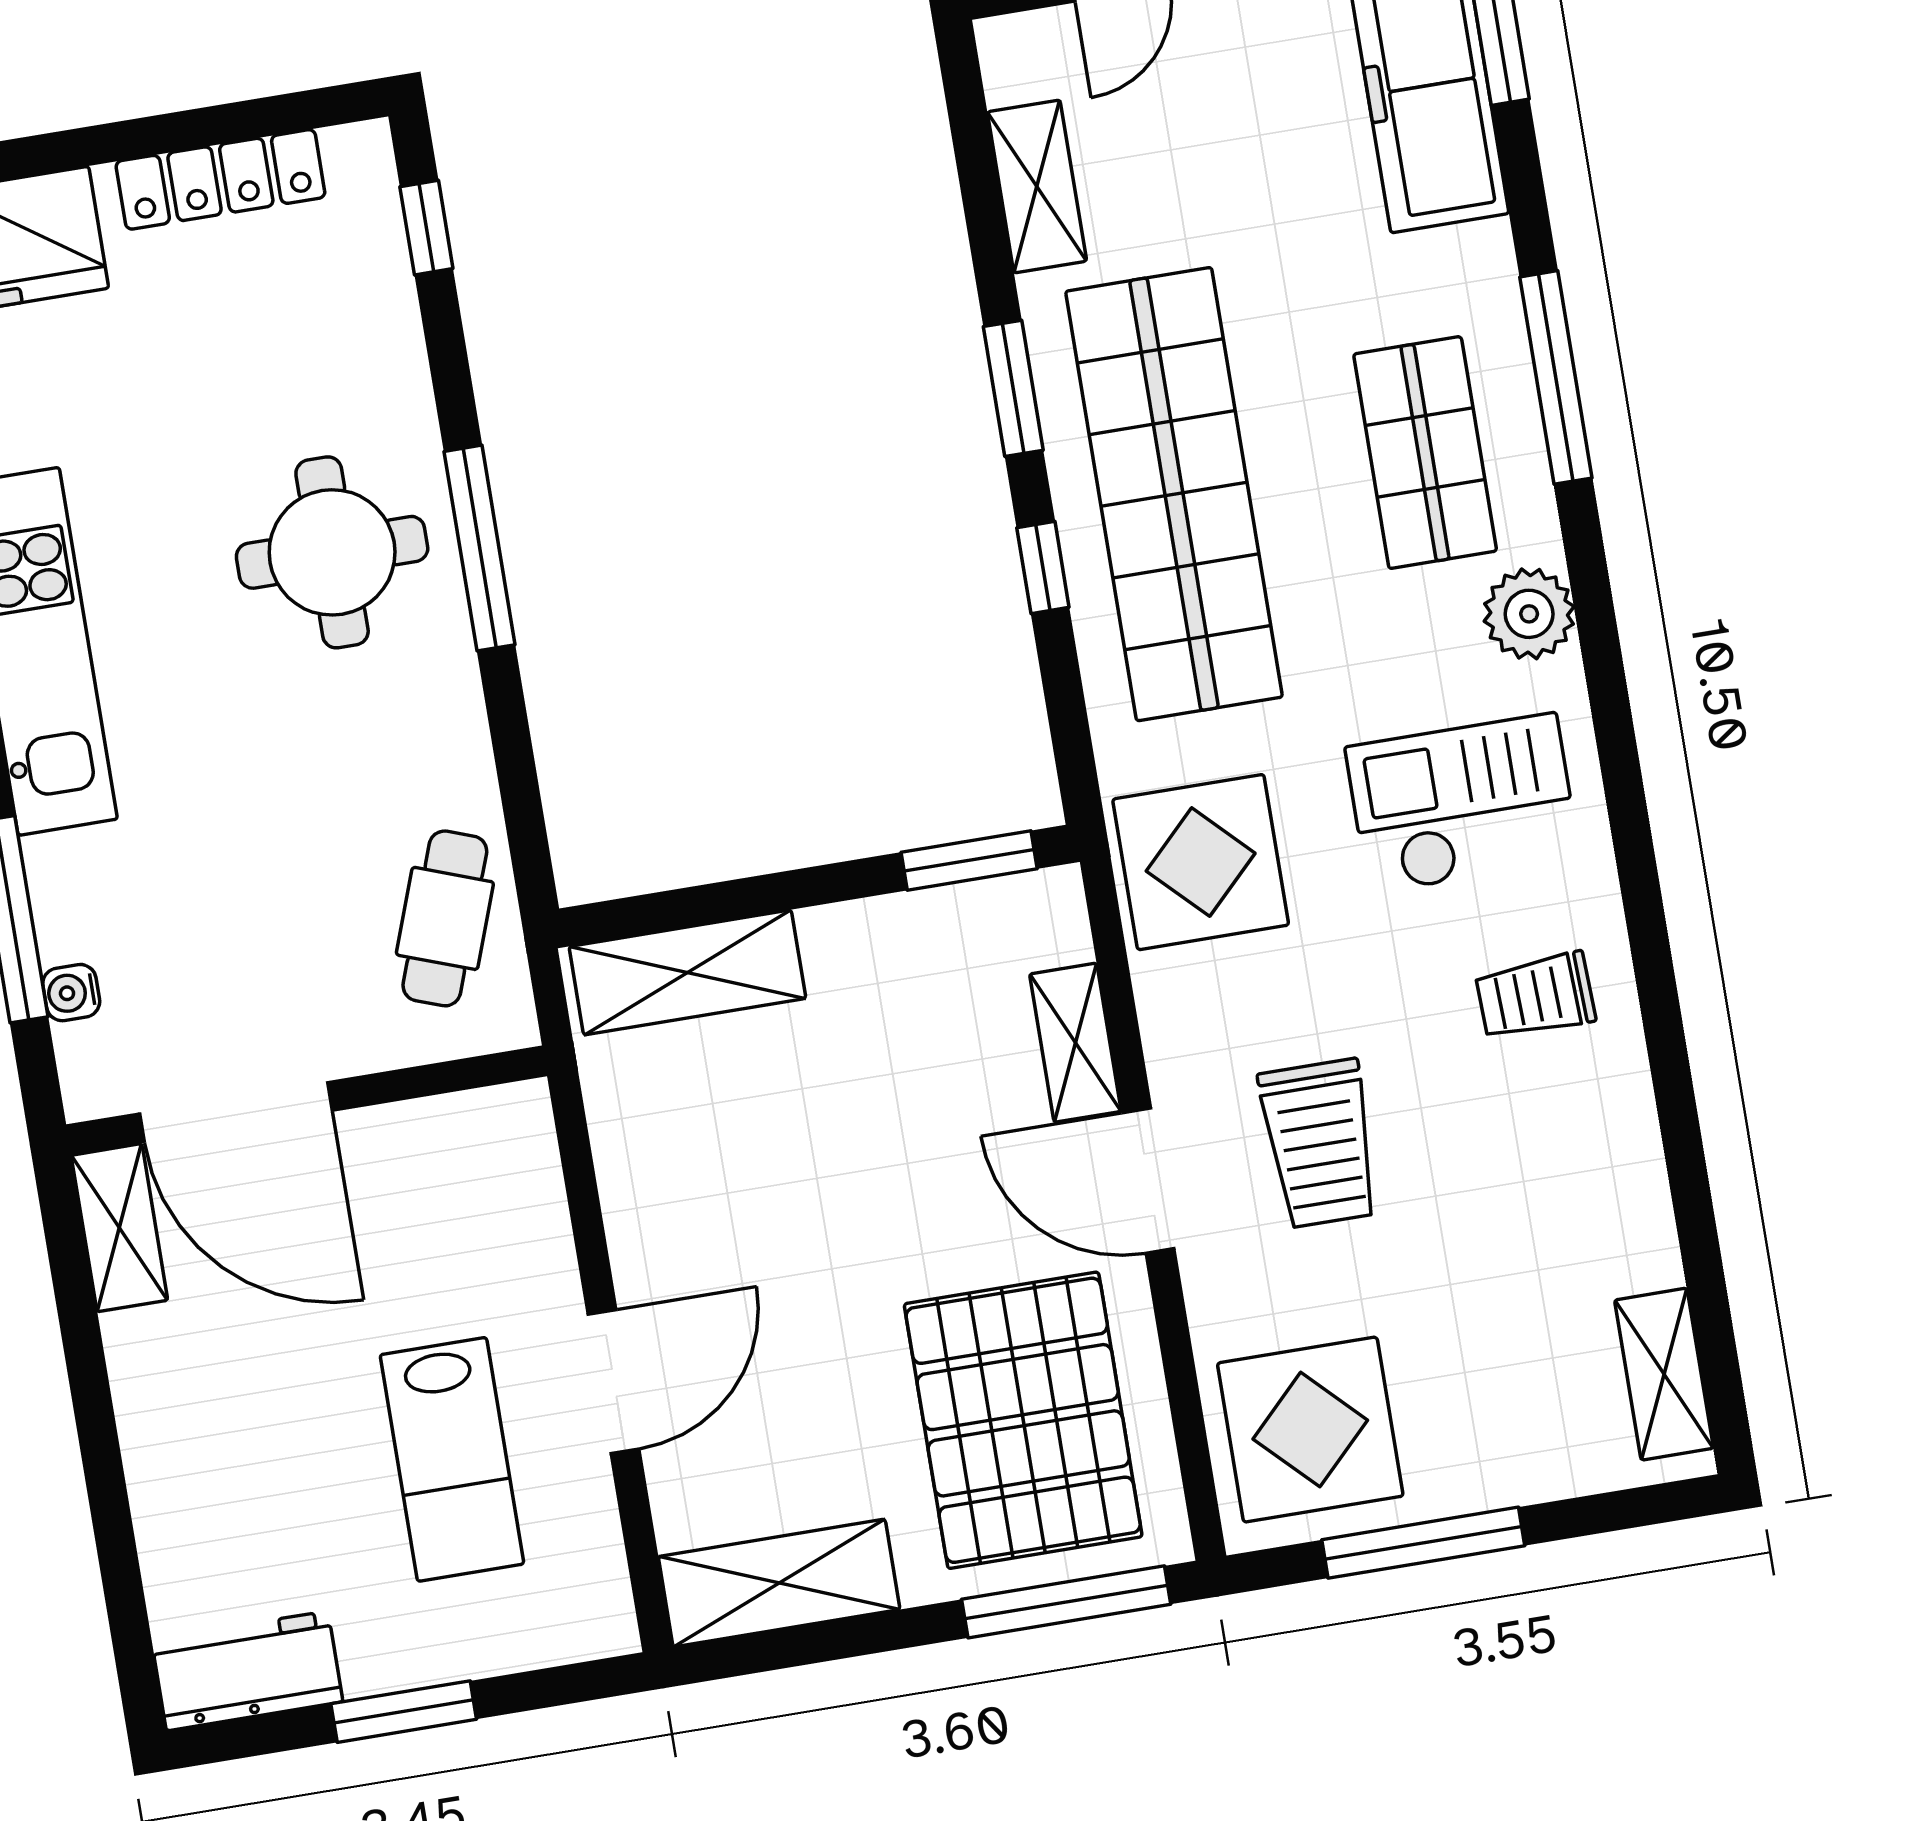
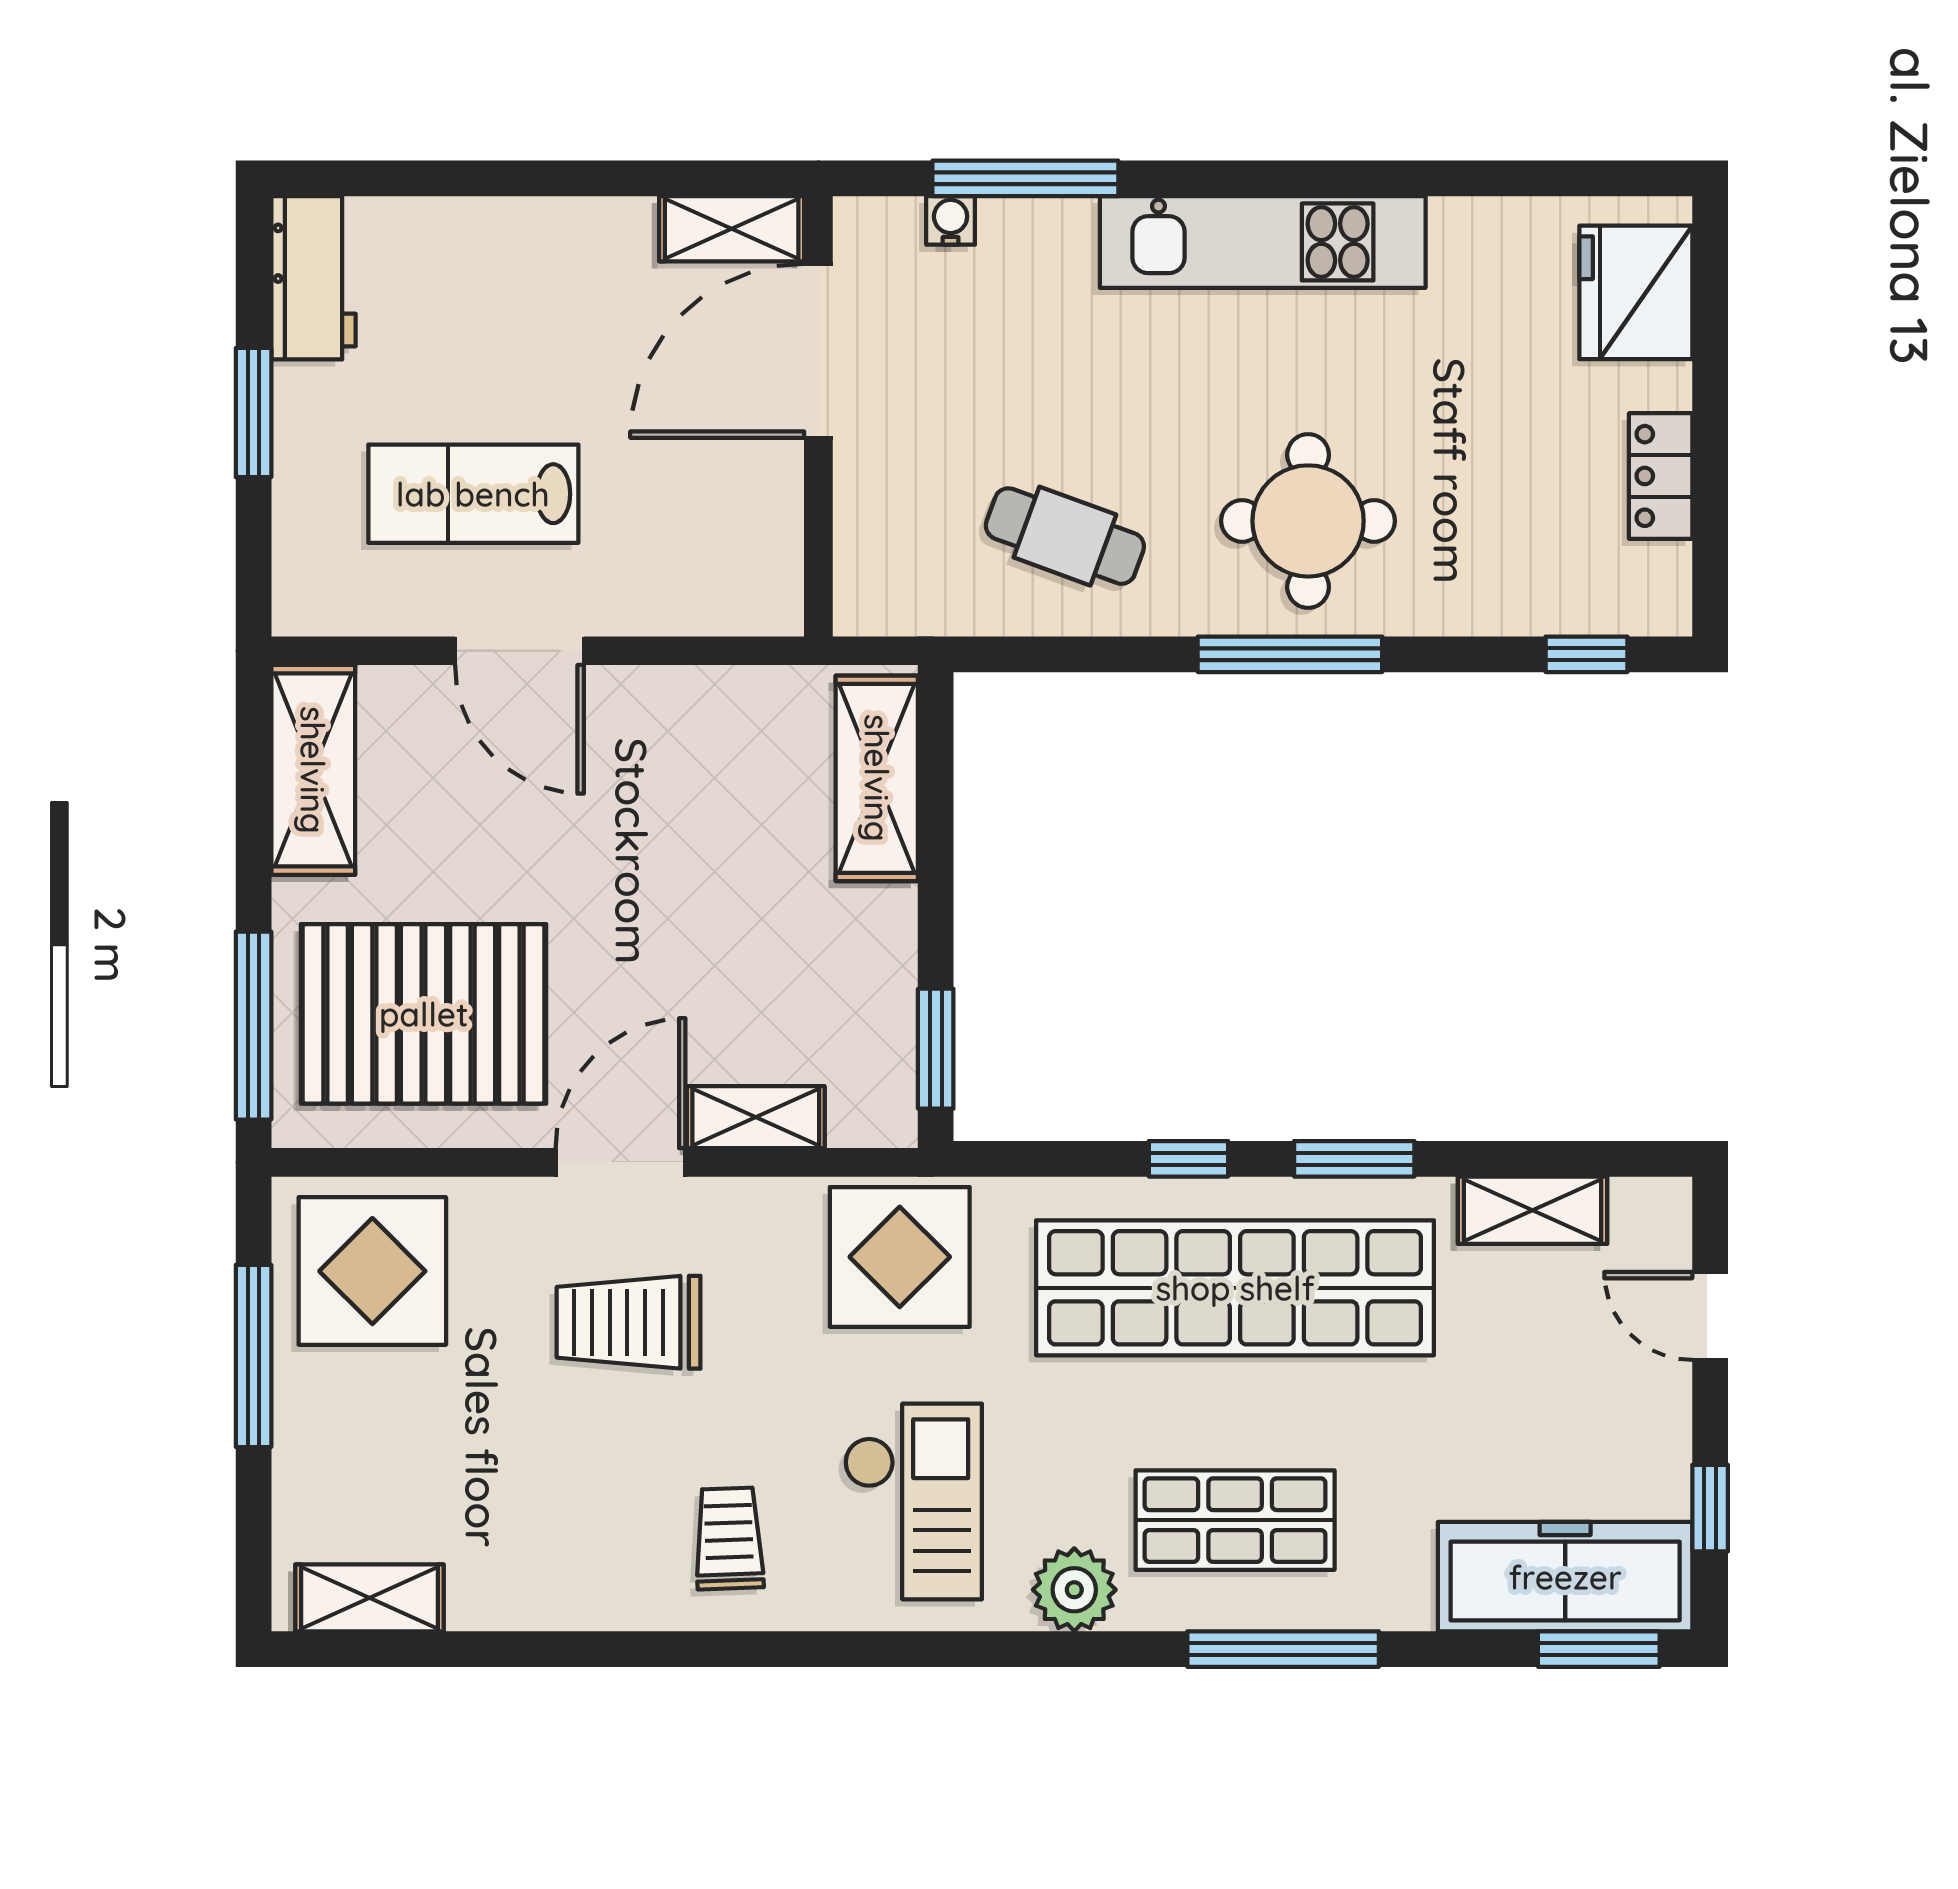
locker: (220, 179) -> (1661, 476), width x0.66
cafe table: (445, 918) -> (1065, 536), moved

